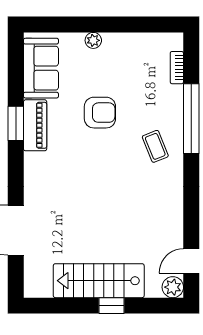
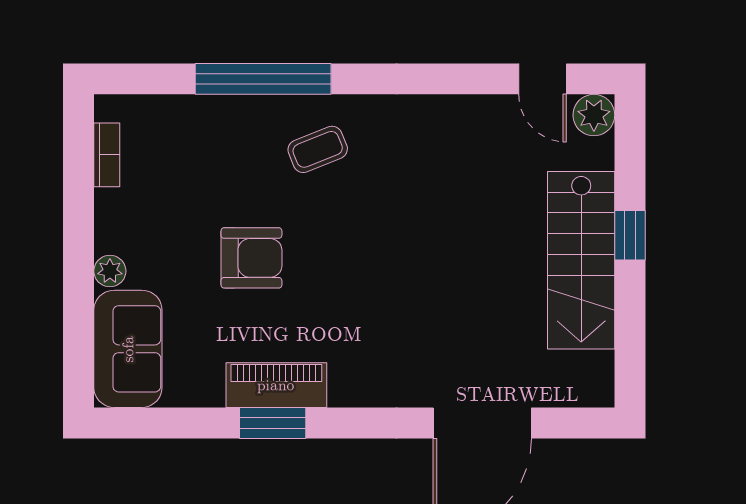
sofa: (41, 68) -> (128, 349), moved, turned 90
bookcase: (177, 68) -> (107, 155), moved, turned -90
armchair: (100, 113) -> (251, 258), turned 90

